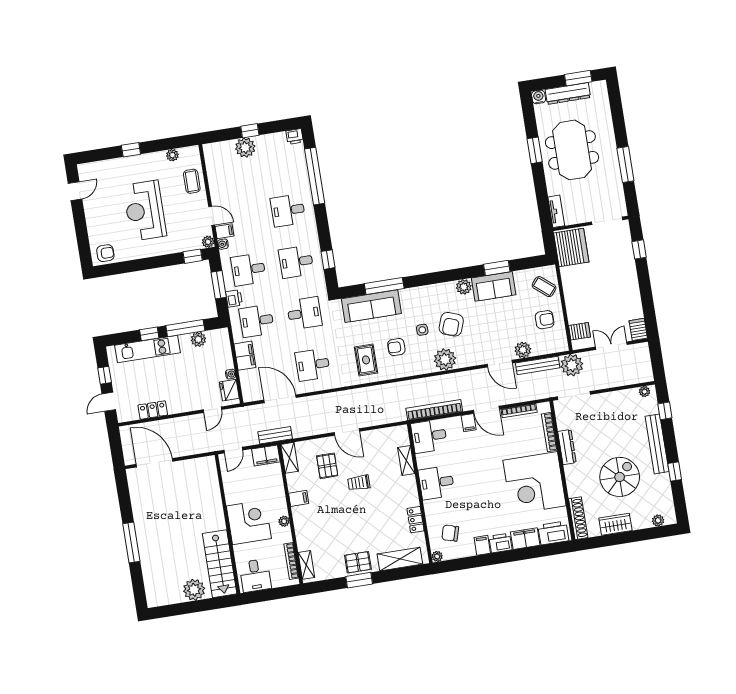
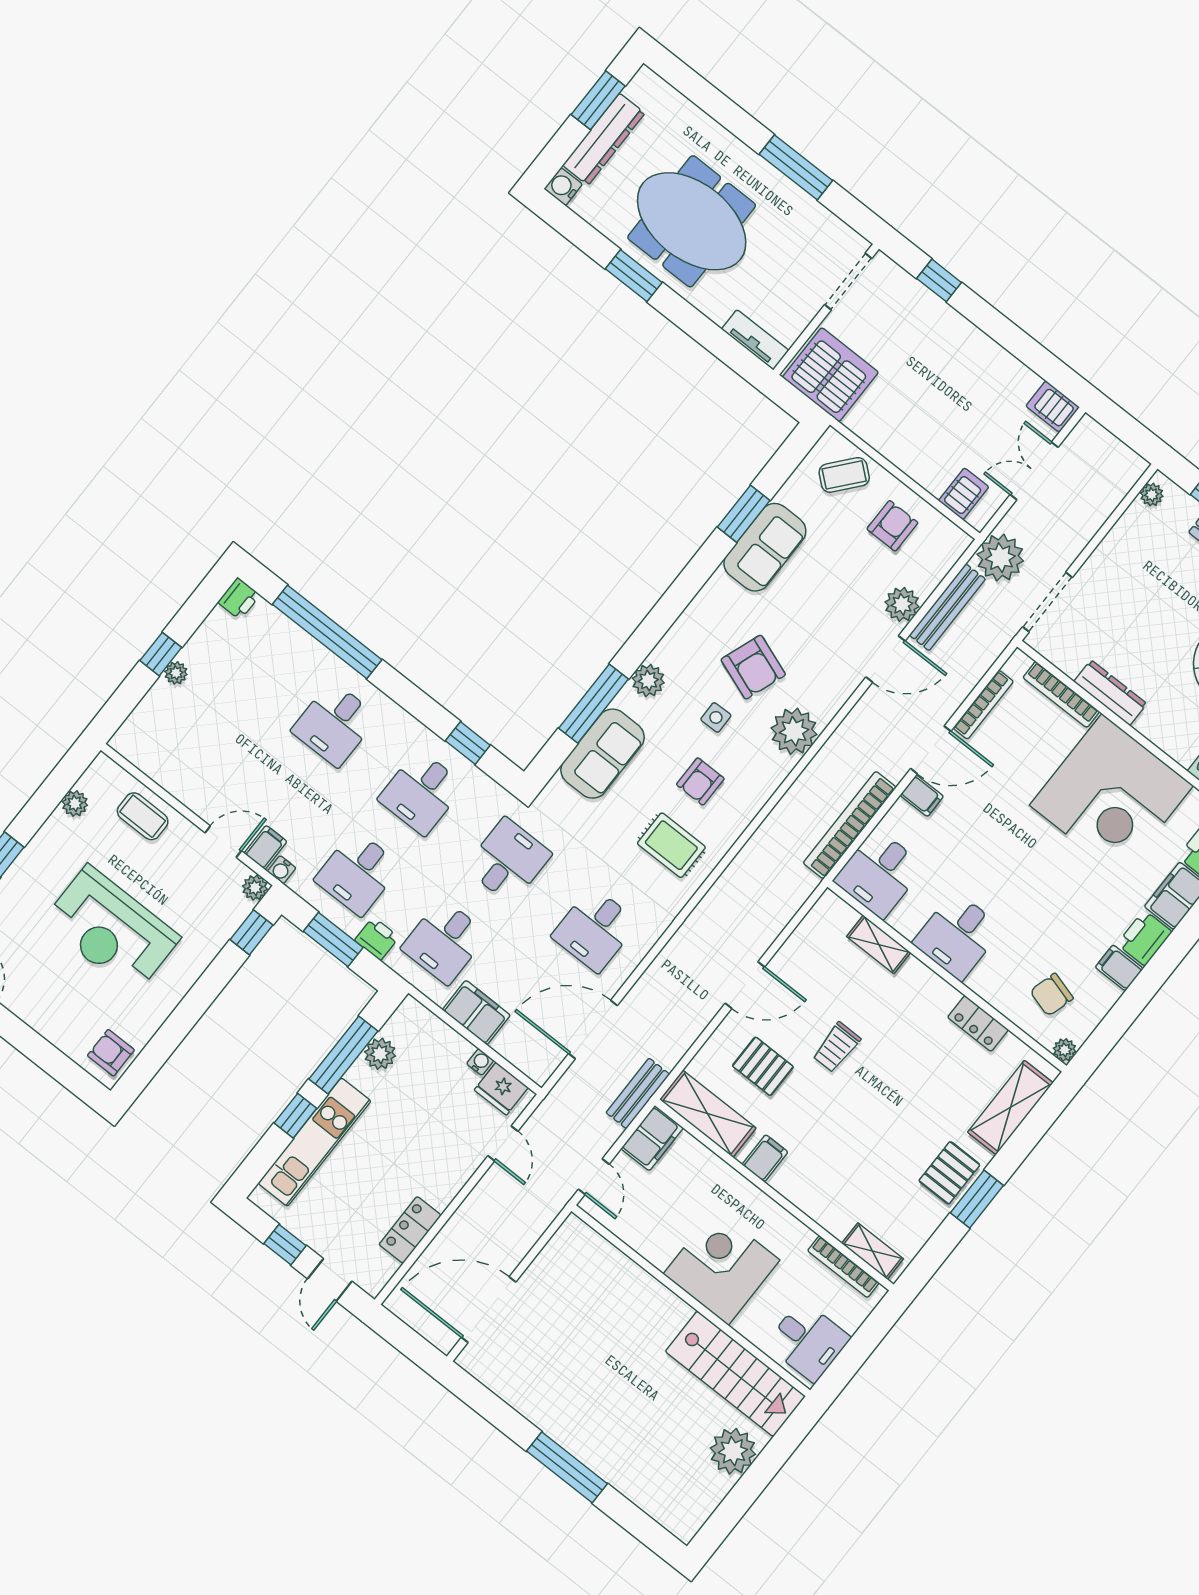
plant: (245, 148) -> (176, 673), width x0.53, depth x0.53
armchair: (105, 253) -> (111, 1053), turned -90
plant: (464, 287) -> (648, 681), moved
sofa: (371, 306) -> (603, 754), width x0.73
shelving: (290, 458) -> (708, 1114), width x1.50, depth x1.33
plant: (284, 521) -> (775, 1215), removed

